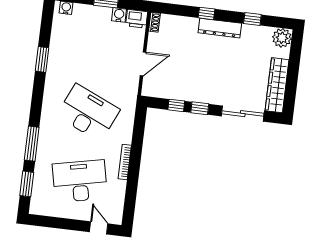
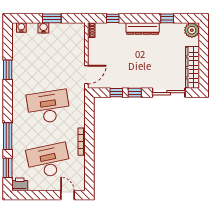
window: (207, 13) -> (113, 18), moved
water cooler: (119, 15) -> (43, 28), moved
printer: (137, 19) -> (20, 184), moved, turned 180
door: (143, 64) -> (86, 75), moved
desk: (88, 113) -> (48, 107), turned -33

